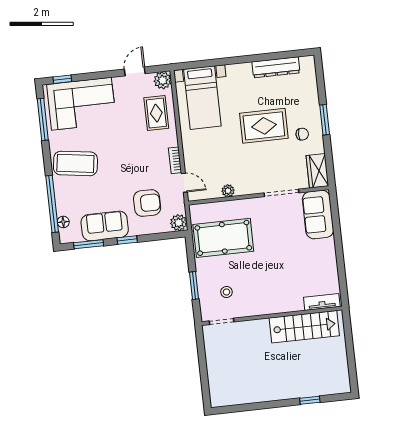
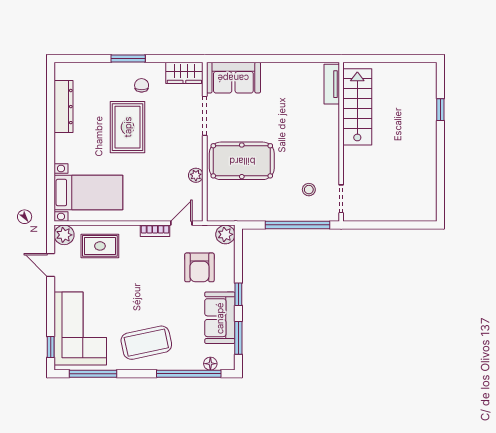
coffee table: (75, 163) -> (146, 343), turned 70
armchair: (147, 203) -> (199, 267), turned 180
pool table: (223, 238) -> (242, 161), moved, turned 90
window: (194, 285) -> (298, 225), width x2.11

